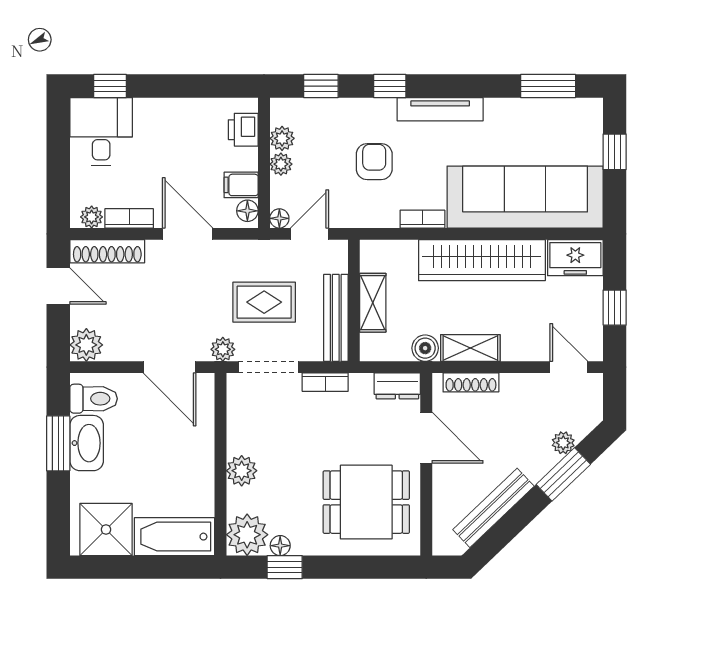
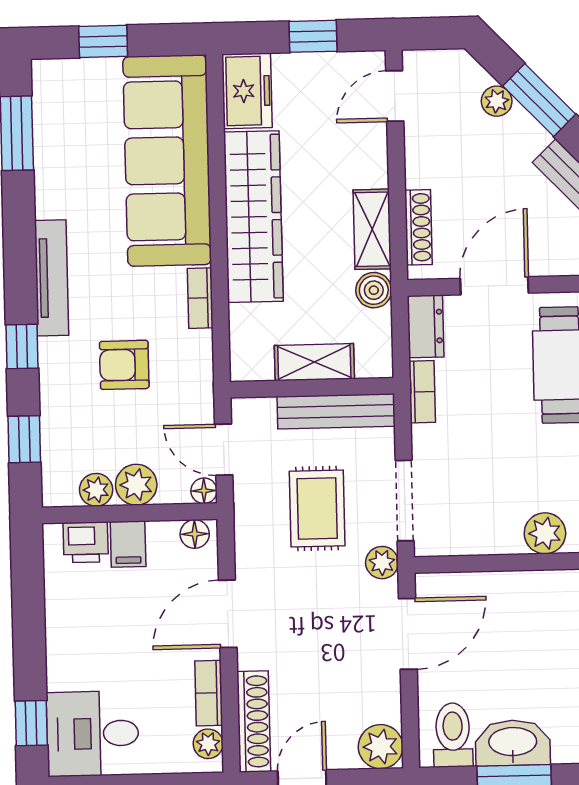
plant: (281, 164) -> (136, 485), width x1.38, depth x1.38
filing cabinet: (241, 185) -> (128, 544), moved
bookcase: (325, 382) -> (422, 392), moved

